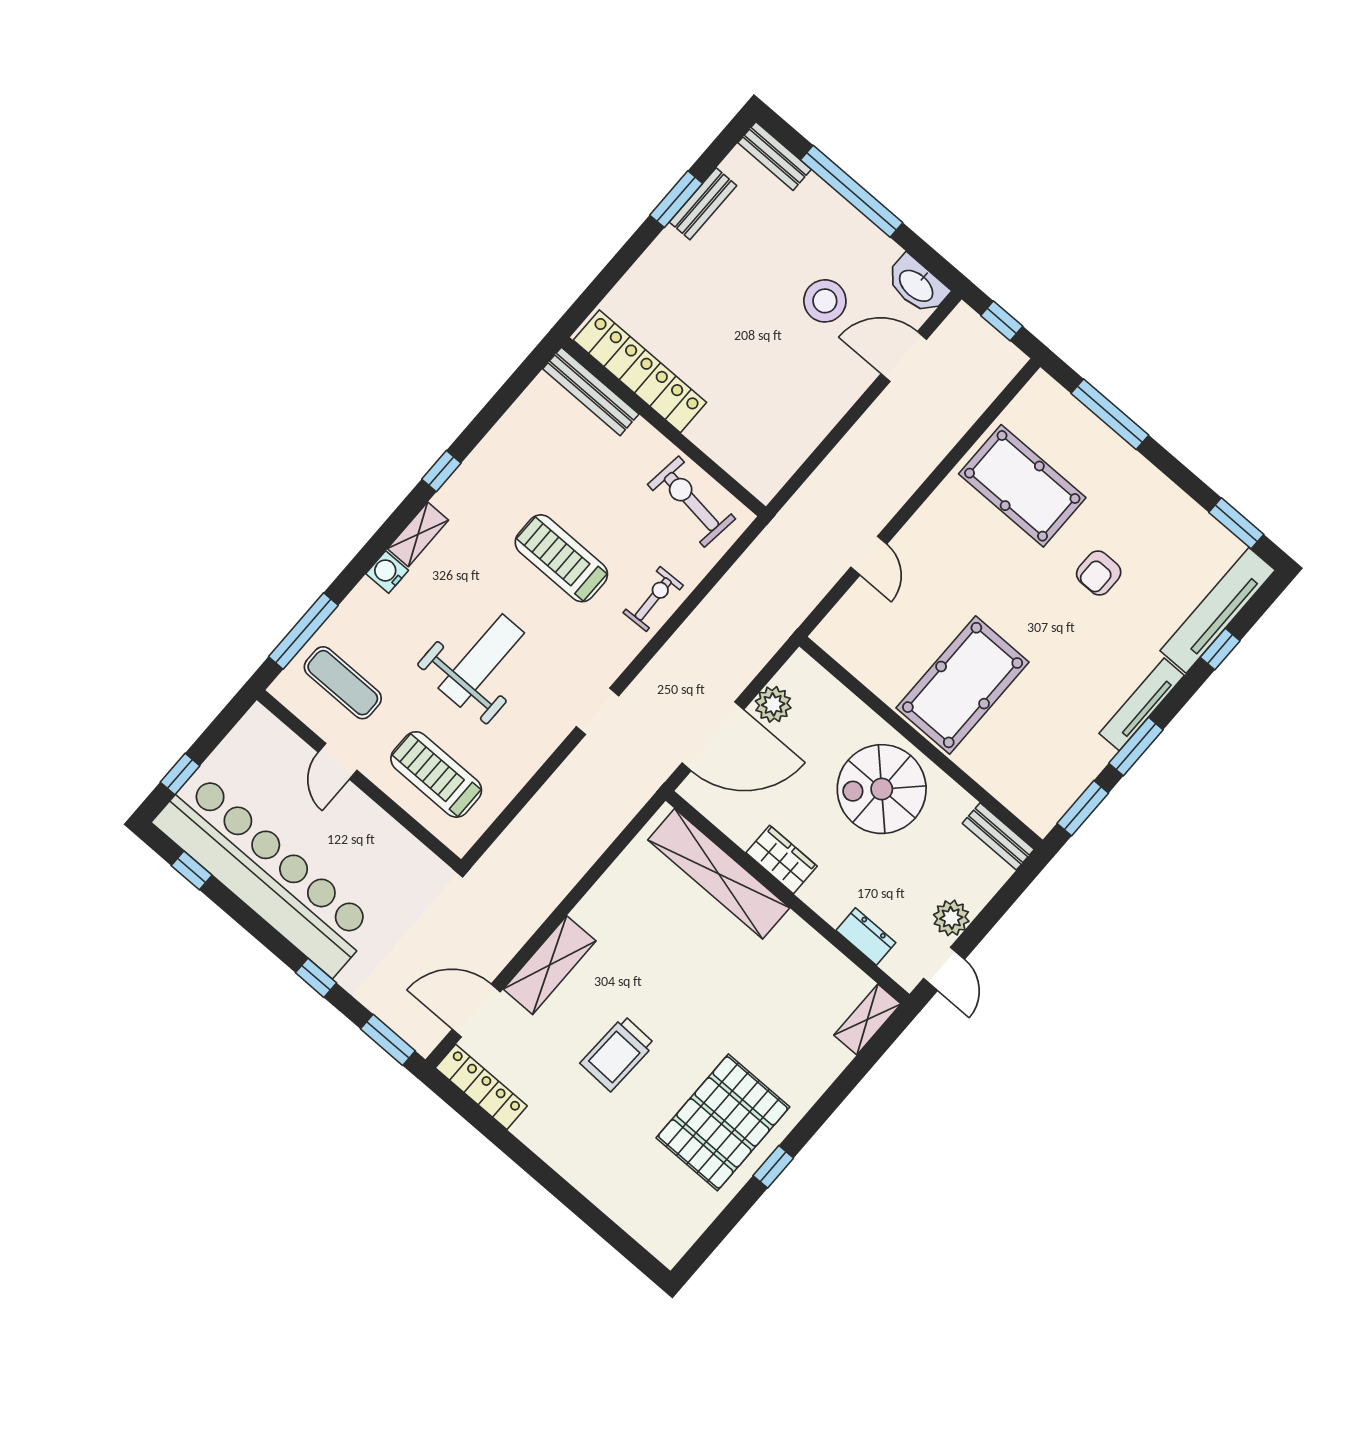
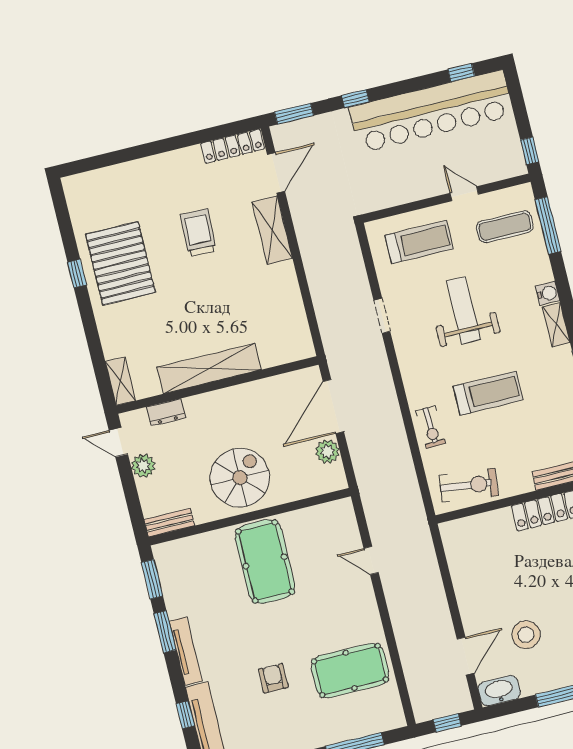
weight bench: (481, 660) -> (464, 310), turned 180
doorway: (598, 711) -> (382, 316), moved
window: (180, 774) -> (530, 151), moved
wardrobe: (782, 859) -> (240, 396), removed
shelving: (719, 874) -> (209, 368), moved

